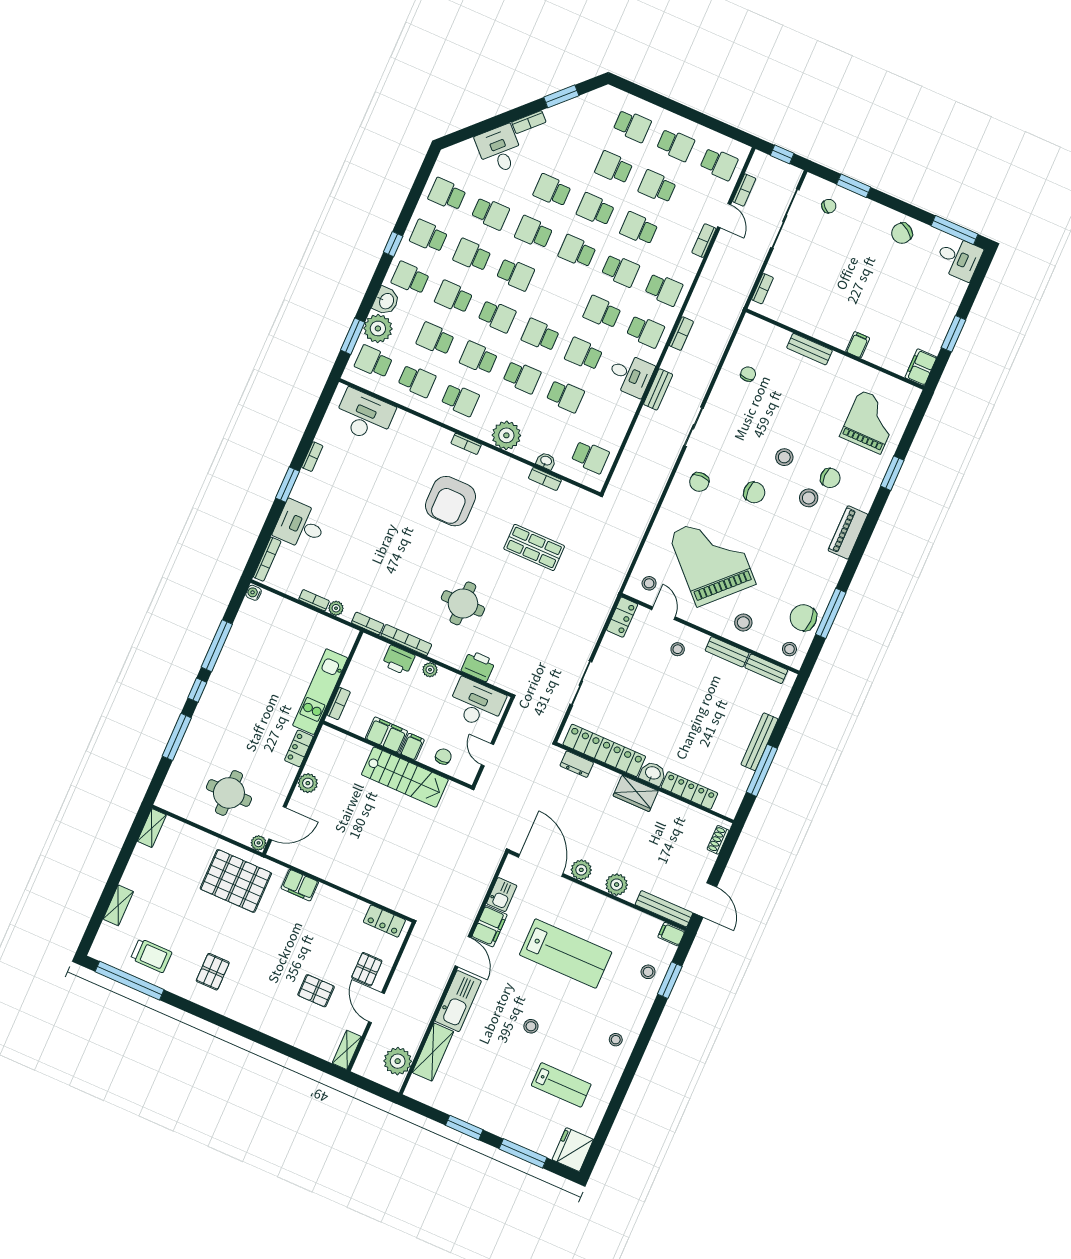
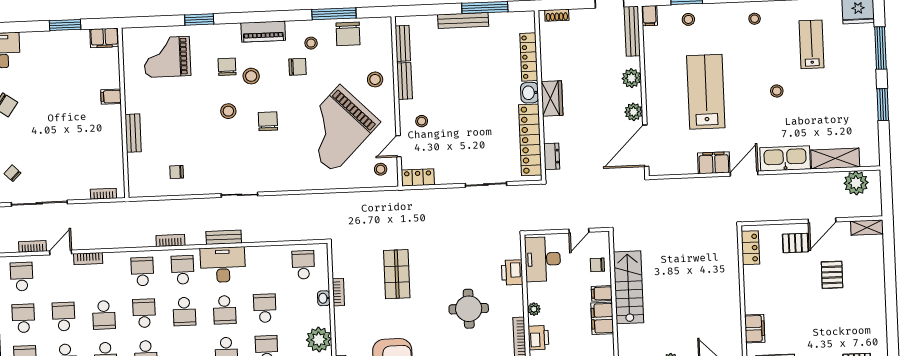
school desk: (657, 187) -> (64, 317), turned 180
desk: (631, 375) -> (223, 265), width x1.37
chair: (699, 482) -> (298, 67), moved
stool: (789, 649) -> (311, 43), moved
kitchen sink: (502, 895) -> (684, 165), removed

